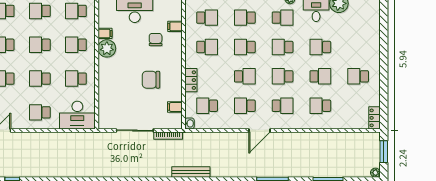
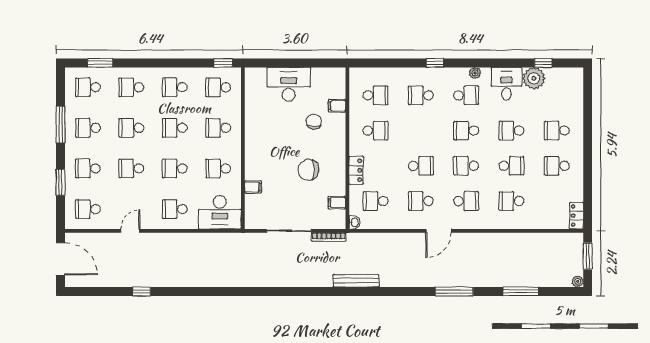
filing cabinet: (105, 33) -> (253, 187), moved
school desk: (245, 47) -> (557, 131), moved
plant: (107, 48) -> (255, 132), removed

